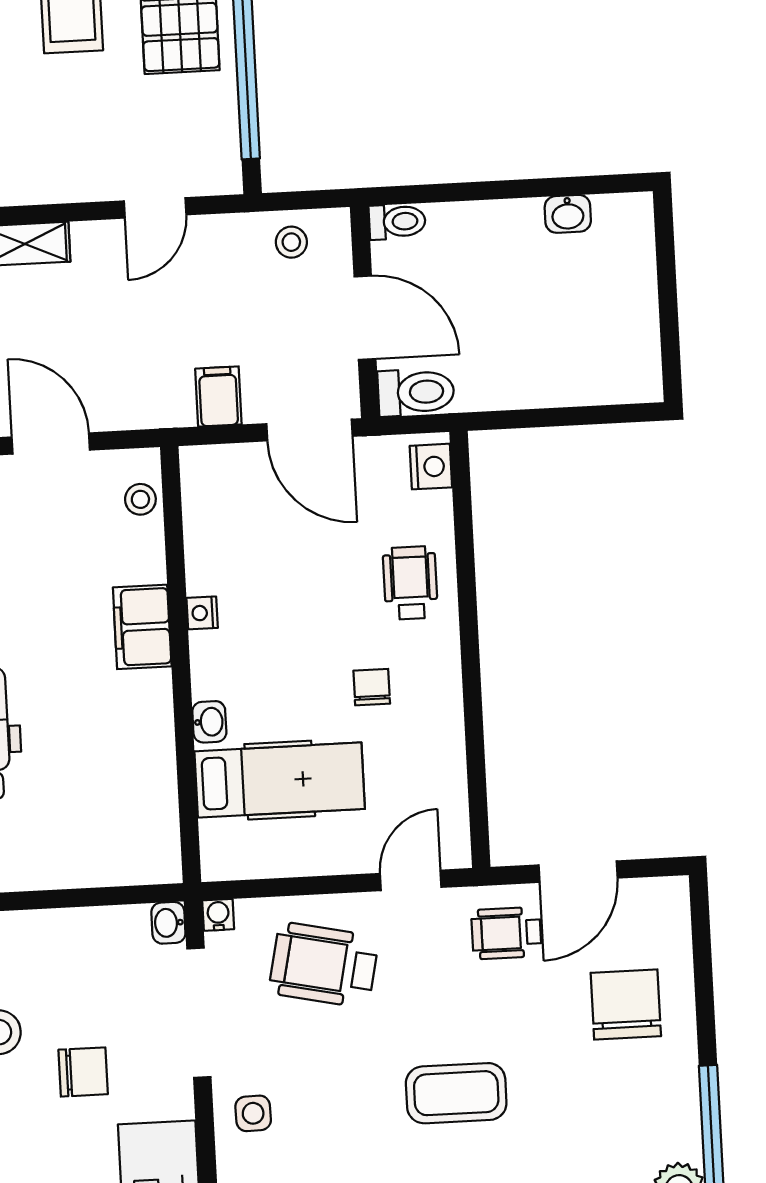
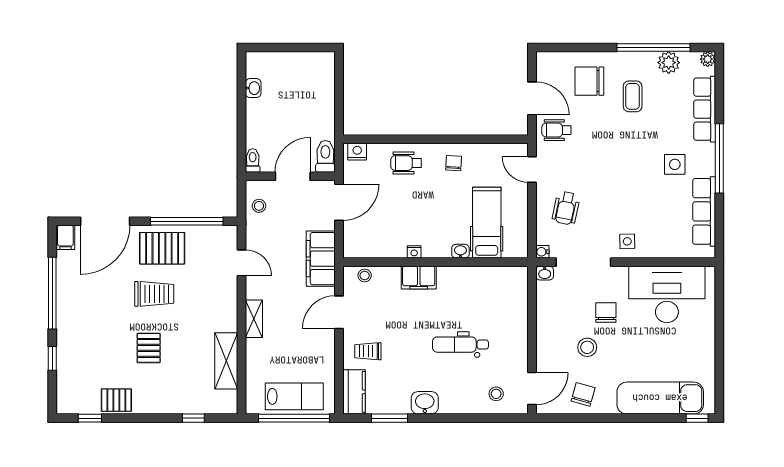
filing cabinet: (218, 396) -> (321, 259), width x3.00, depth x1.17
chair: (372, 687) -> (454, 163), moved, turned 93
wheelchair: (506, 933) -> (557, 130), turned 90
wheelchair: (324, 965) -> (566, 208), width x0.73, depth x0.73
coffee table: (456, 1093) -> (633, 96), moved, width x0.73, depth x0.77

